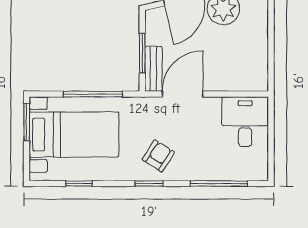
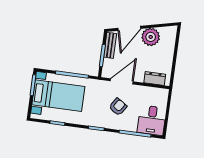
bench: (153, 69) -> (110, 45), moved
dresser: (240, 81) -> (155, 79), added
desk: (245, 122) -> (152, 120), moved, turned 180
armchair: (158, 156) -> (118, 107), moved

